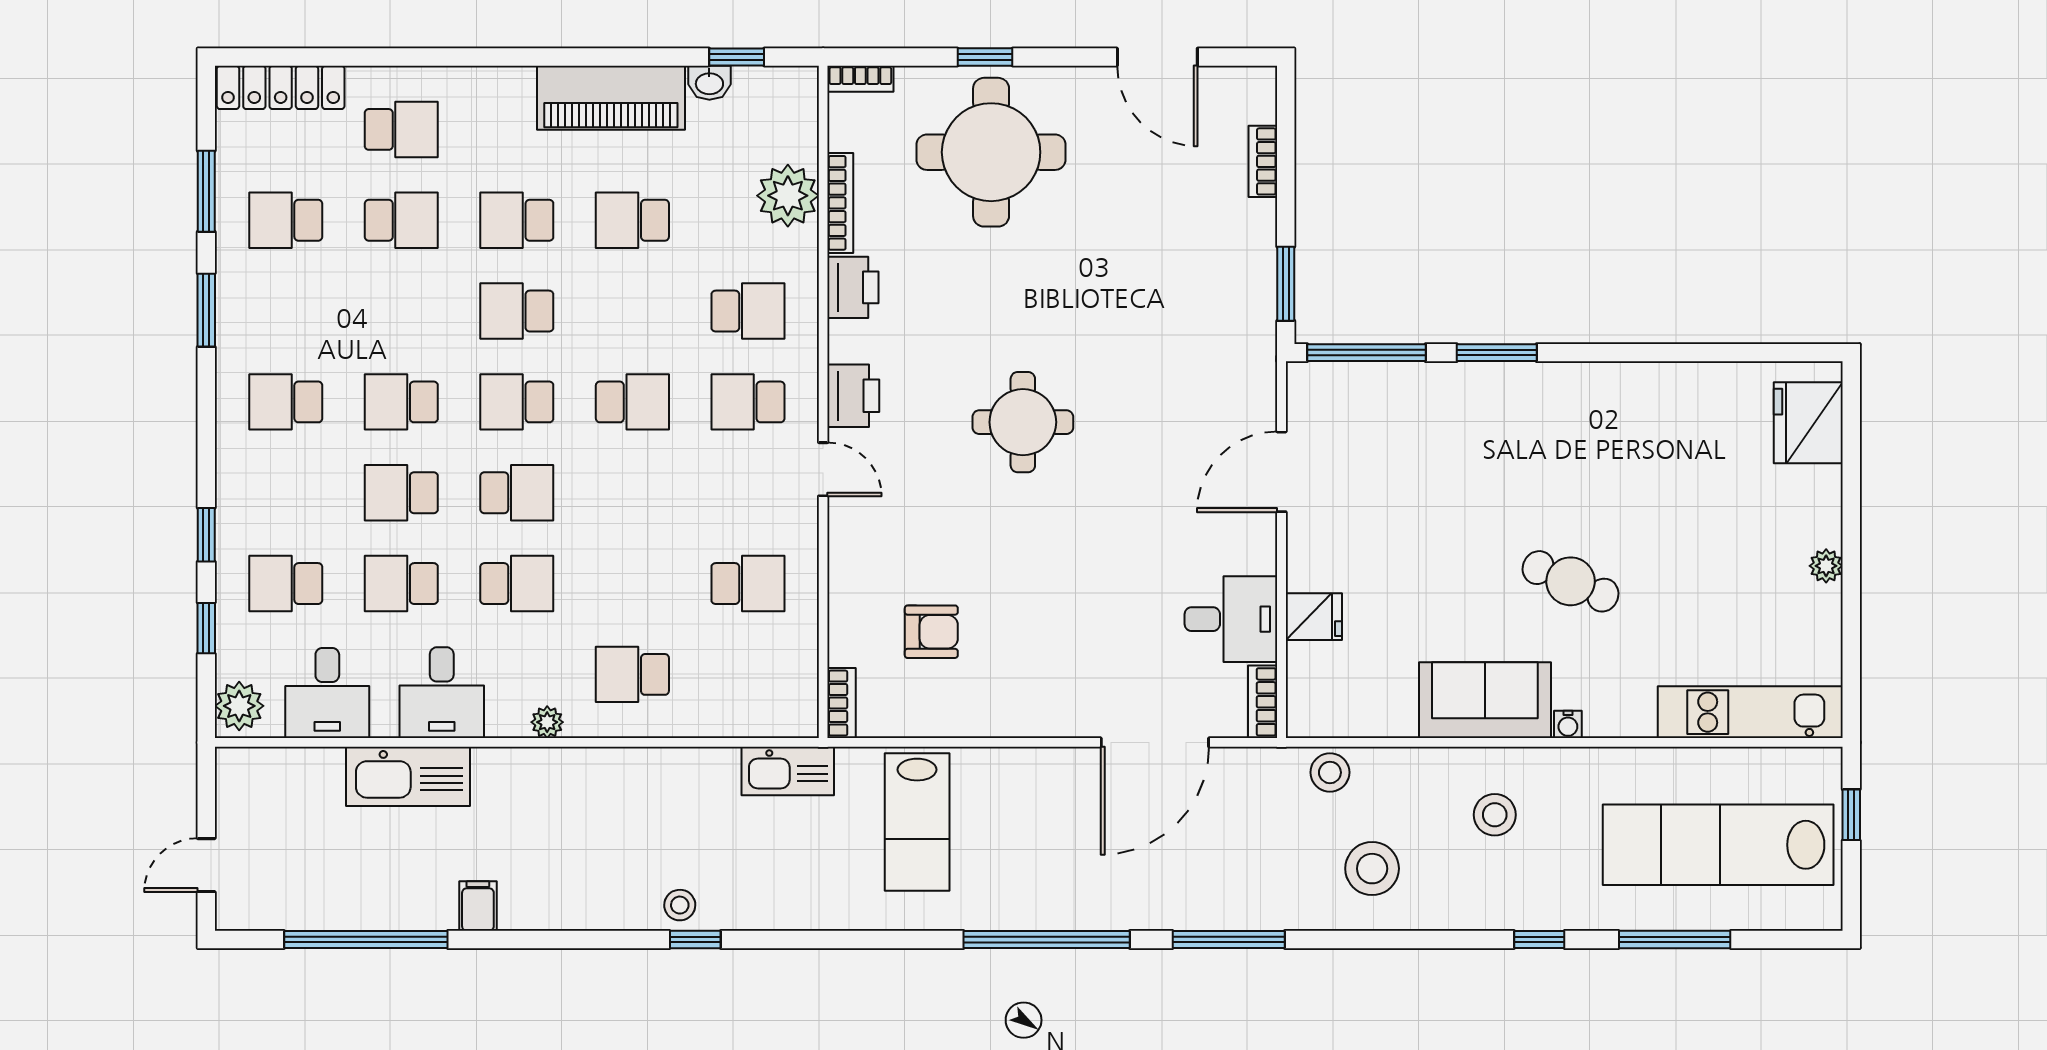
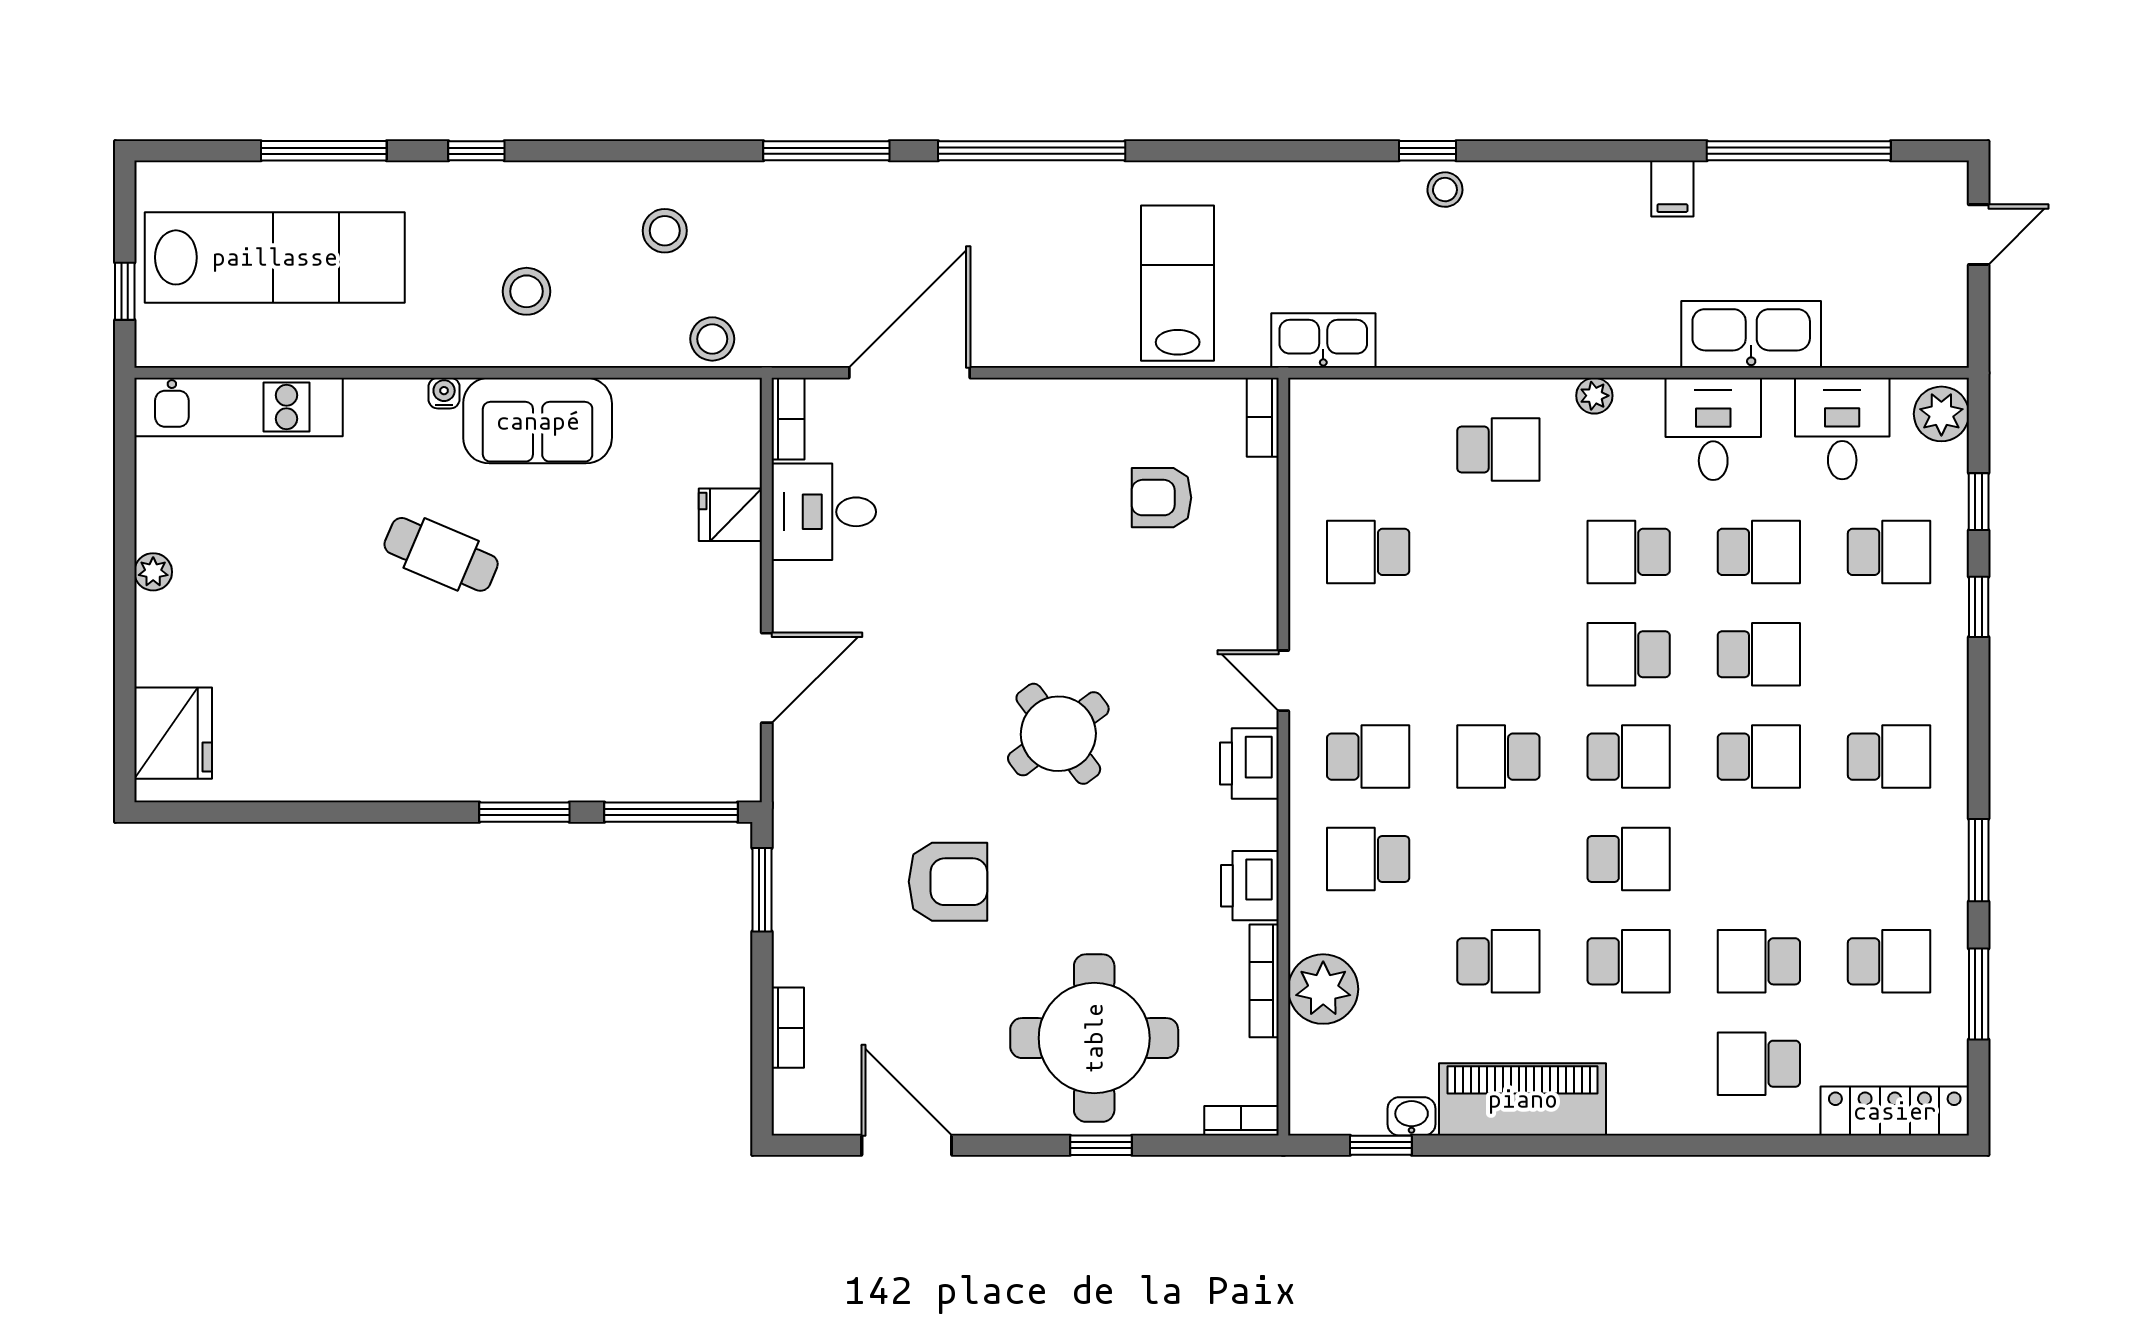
armchair: (1121, 291) -> (948, 882), added
round table: (1023, 422) -> (1058, 734), turned -37
stool: (1372, 869) -> (665, 231), width x0.73, depth x0.73

